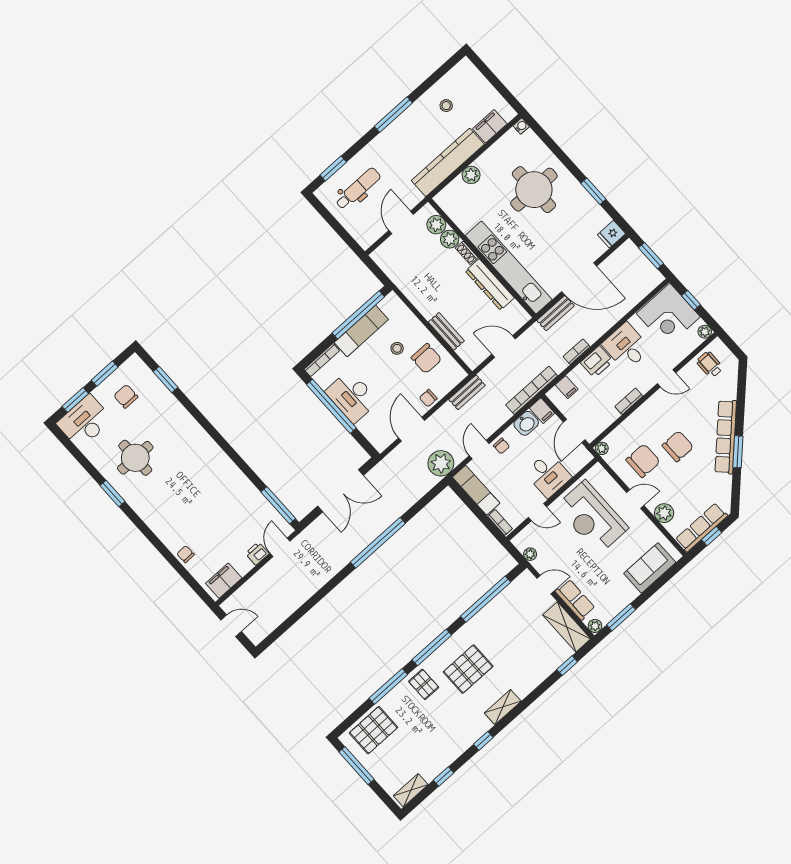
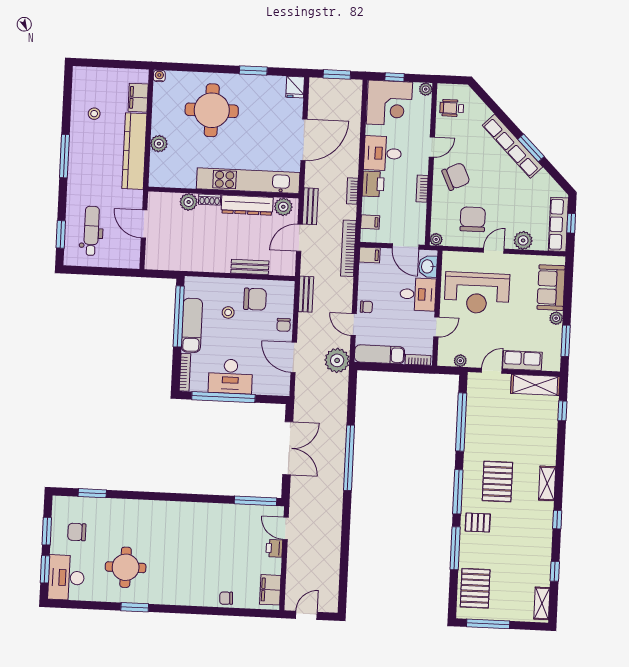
plant: (436, 225) -> (283, 207), moved
bench: (556, 313) -> (310, 206), moved
washbasin: (526, 423) -> (428, 266), moved, turned 180
chair: (678, 446) -> (456, 176), moved, turned 65
plant: (595, 626) -> (556, 318), moved

